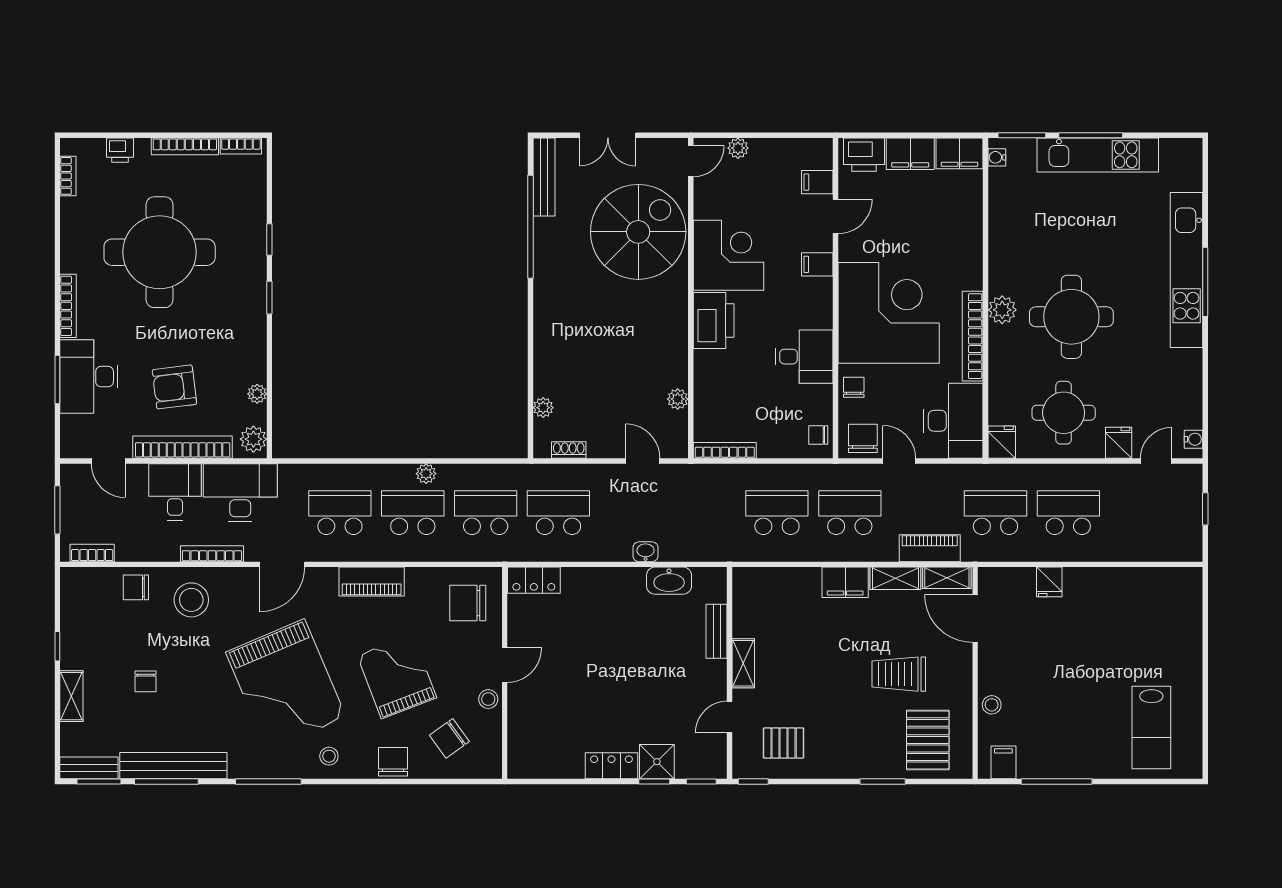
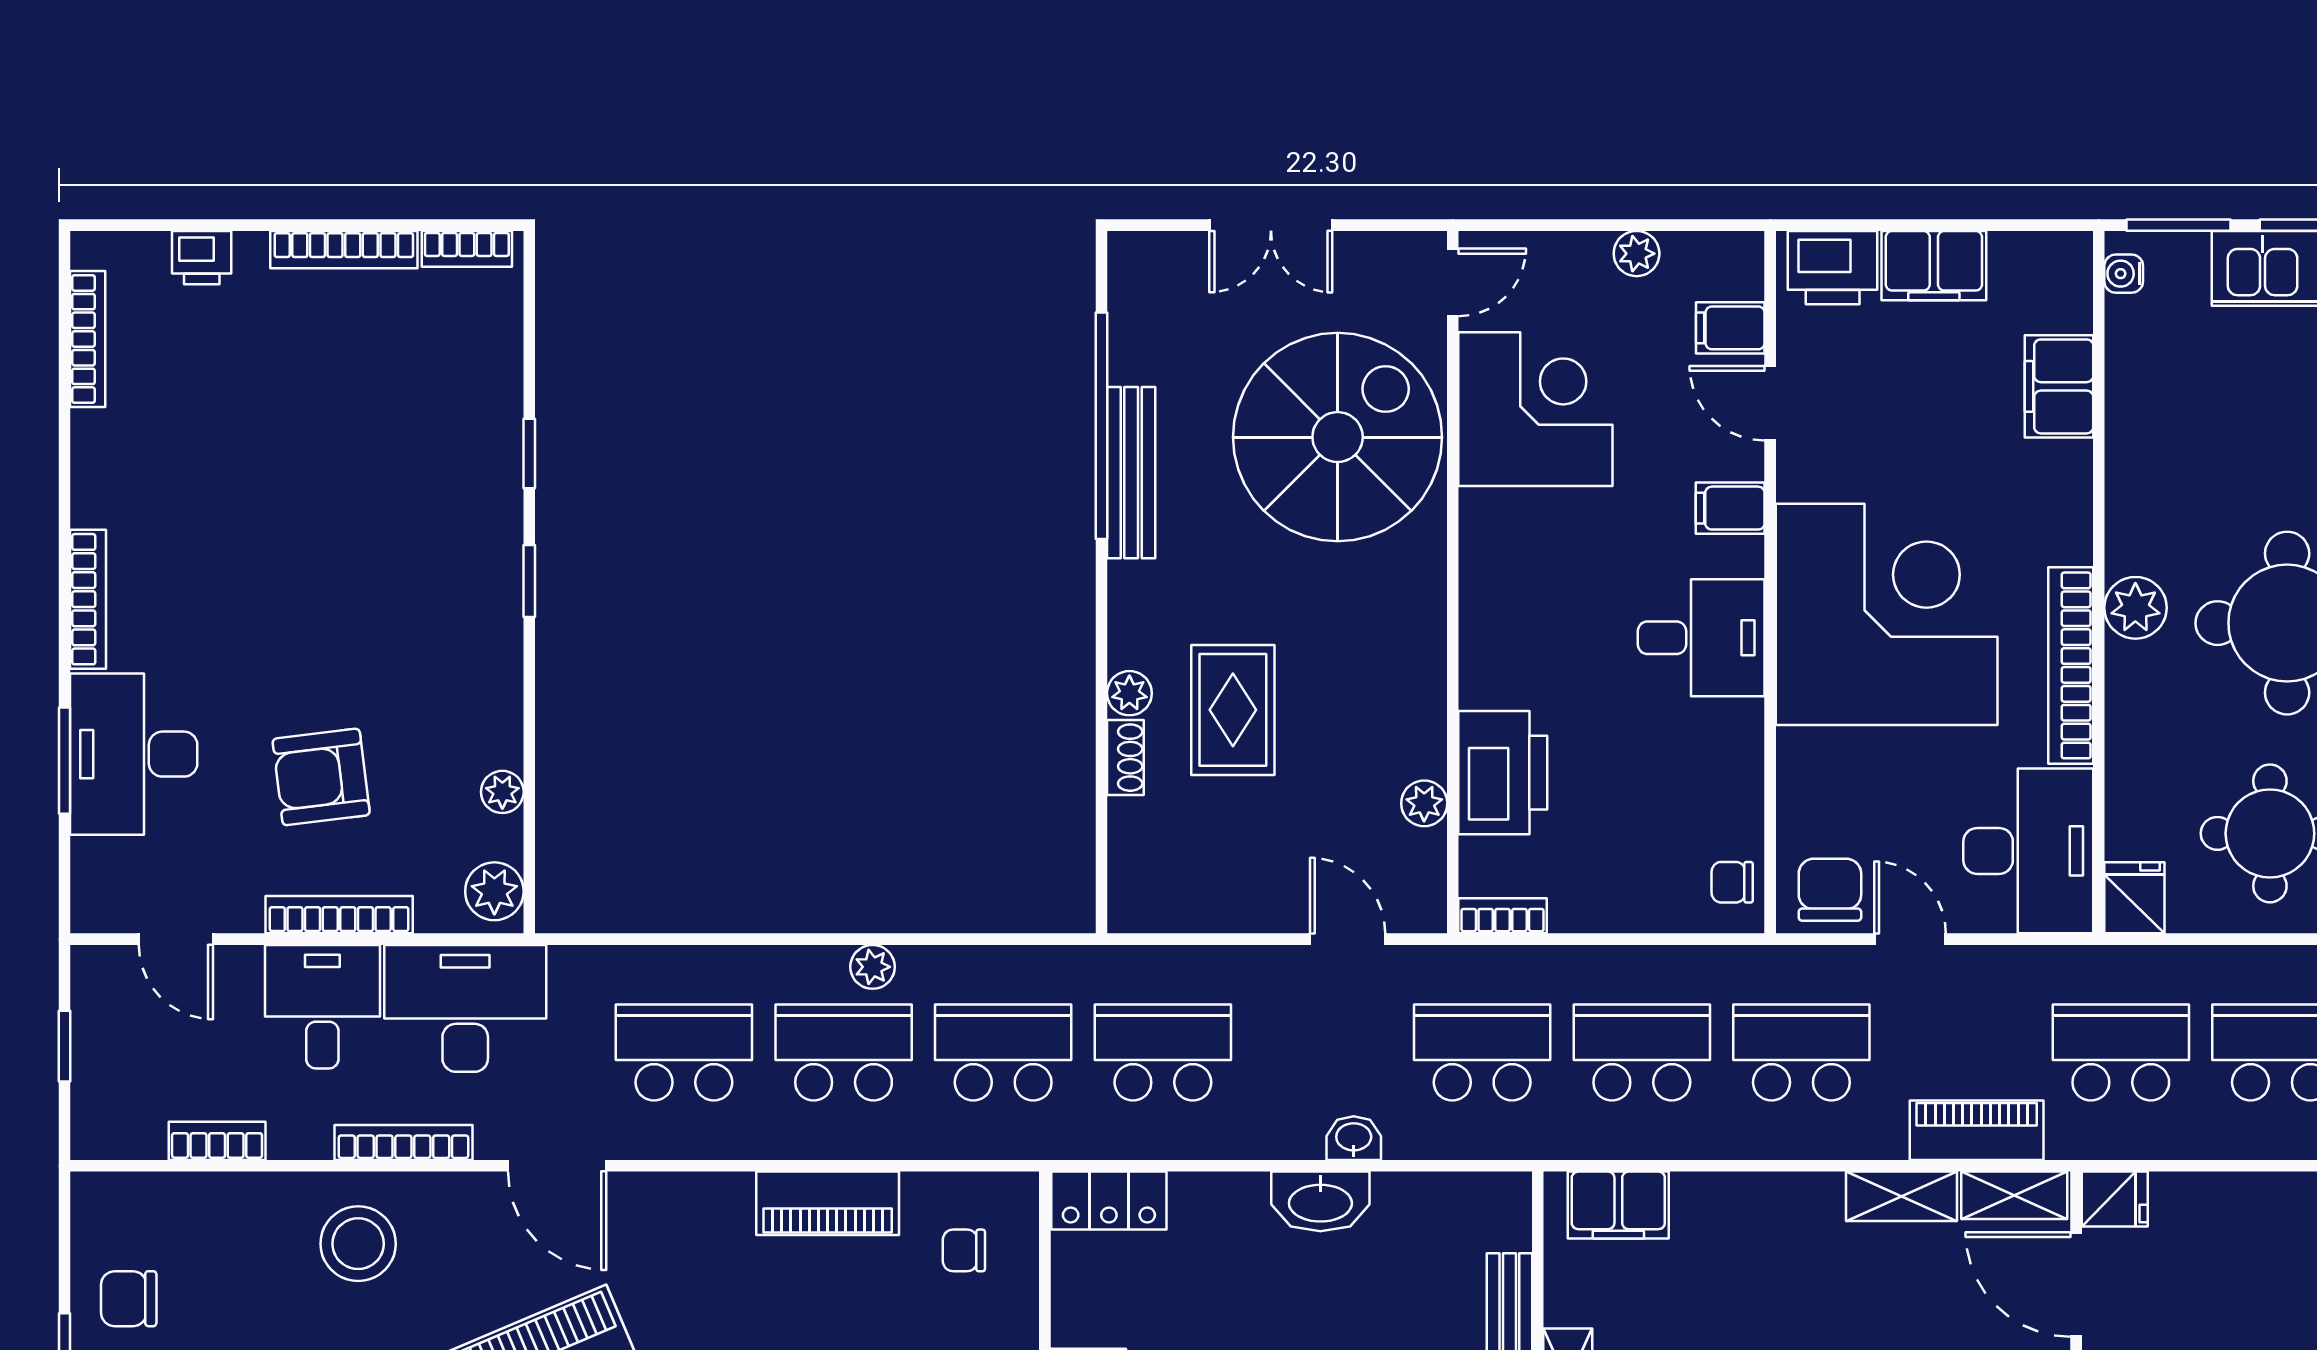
plant: (738, 148) -> (1637, 254), moved
filing cabinet: (959, 153) -> (2059, 386), moved, turned 90
bookcase: (68, 176) -> (88, 339), width x1.56
bench: (544, 177) -> (1131, 473), moved
door: (836, 216) -> (1770, 403), swing flipped
round table: (160, 252) -> (288, 482), removed
corner desk: (728, 255) -> (1535, 409), moved
printer: (714, 321) -> (1503, 773), moved
rug: (590, 356) -> (1233, 710), added
desk: (804, 357) -> (1701, 638), moved
chair: (854, 387) -> (1810, 778), removed
plant: (543, 408) -> (1129, 693), moved
bookcase: (183, 447) -> (339, 915), width x0.68, depth x0.76
shoe rack: (569, 450) -> (1125, 758), moved, turned 90
bookcase: (725, 450) -> (1503, 916), width x0.64
window: (57, 510) -> (65, 1046), width x0.67
school desk: (704, 513) -> (1482, 1052), added
bookcase: (92, 553) -> (217, 1141), moved
door: (282, 564) -> (557, 1166), hinge flipped
piano: (372, 581) -> (828, 1203), moved
washbasin: (669, 581) -> (1320, 1201), moved
filing cabinet: (845, 582) -> (1618, 1205), moved
fridge: (1049, 582) -> (2115, 1199), moved, turned -90
chair: (136, 587) -> (129, 1299), moved
chair: (468, 603) -> (964, 1250), width x0.54, depth x0.54

